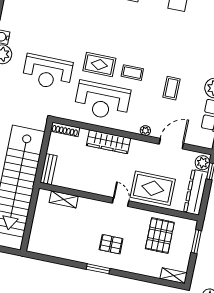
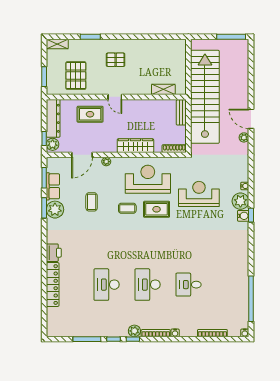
rug: (153, 188) -> (90, 114), width x0.73, depth x0.70
window: (98, 269) -> (90, 37), moved

